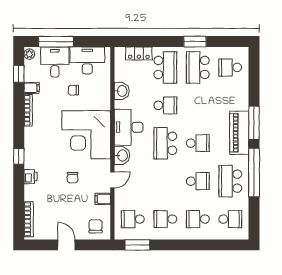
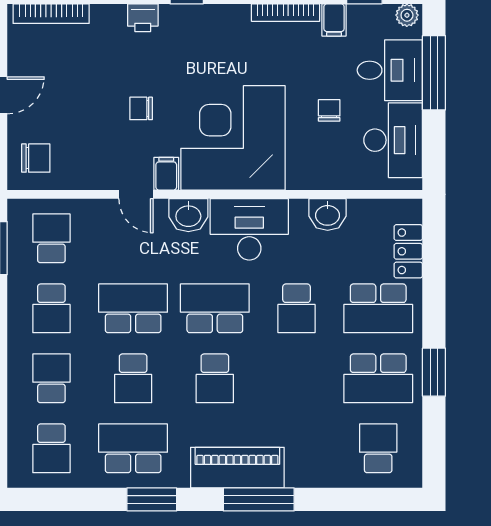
school desk: (198, 67) -> (378, 378), turned 180
window: (254, 172) -> (152, 499), width x0.47
school desk: (165, 181) -> (133, 308), added
filing cabinet: (103, 199) -> (166, 174), moved
school desk: (165, 219) -> (51, 308), turned 180

